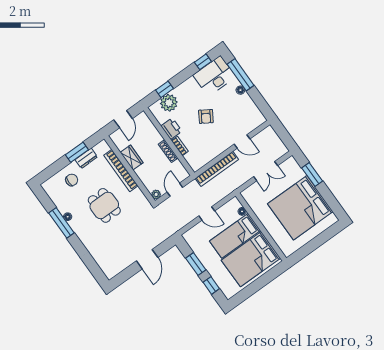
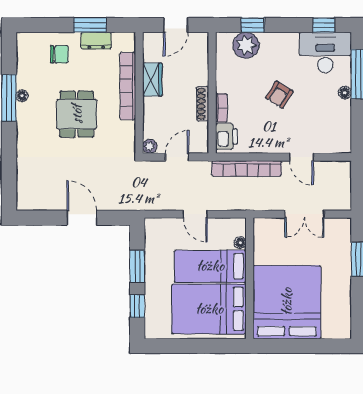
printer: (171, 129) -> (226, 137), moved
bed: (300, 208) -> (287, 302), moved, turned 90
door: (147, 259) -> (82, 218), swing flipped

